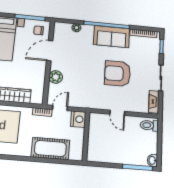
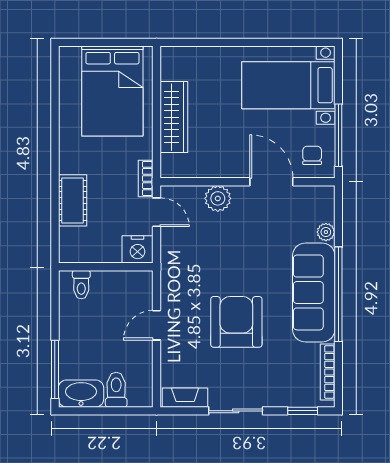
sofa: (111, 37) -> (314, 292), width x1.36
toilet: (149, 125) -> (116, 390), moved
cot: (50, 148) -> (73, 200), width x0.73, depth x0.75
toilet: (94, 150) -> (81, 285), added
washbasin: (152, 160) -> (81, 394), width x1.91, depth x1.45

